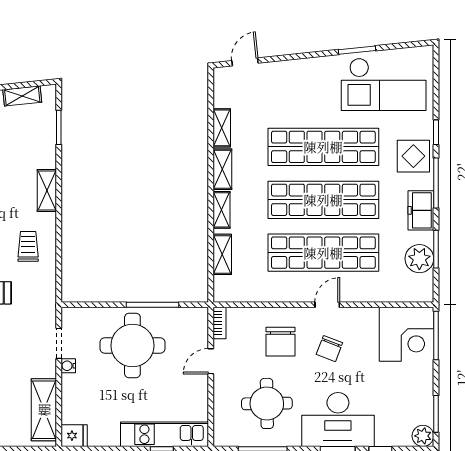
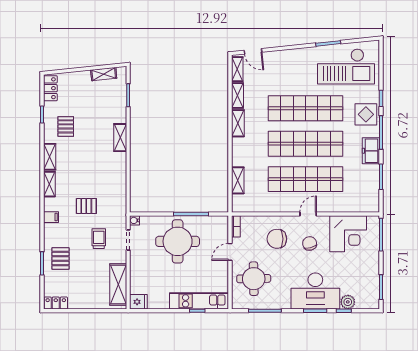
door: (245, 62) -> (253, 51), swing flipped
shelving: (221, 210) -> (237, 69), moved
trolley: (28, 246) -> (99, 239), moved
plant: (419, 259) -> (370, 183), removed
corner desk: (406, 334) -> (348, 234), moved
chair: (281, 342) -> (277, 239), turned 90
chair: (329, 349) -> (310, 243), turned 144
water cooler: (68, 366) -> (134, 220), moved
round table: (267, 403) -> (254, 279), moved
plant: (423, 436) -> (348, 302), moved

